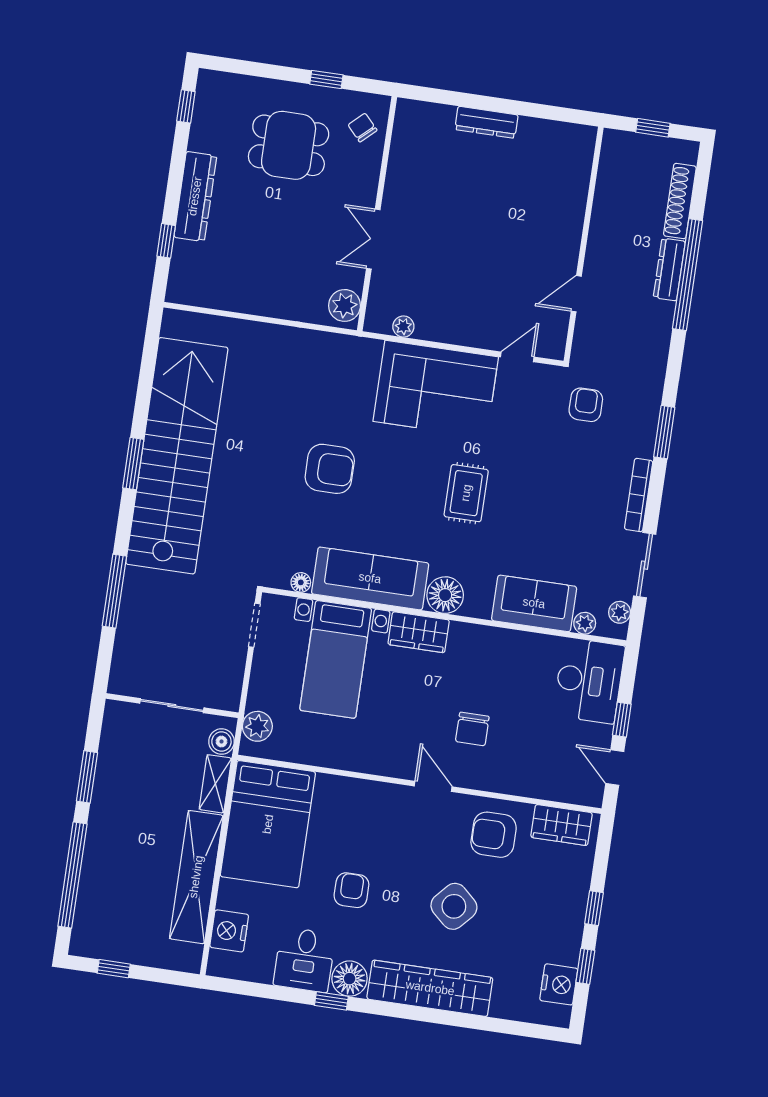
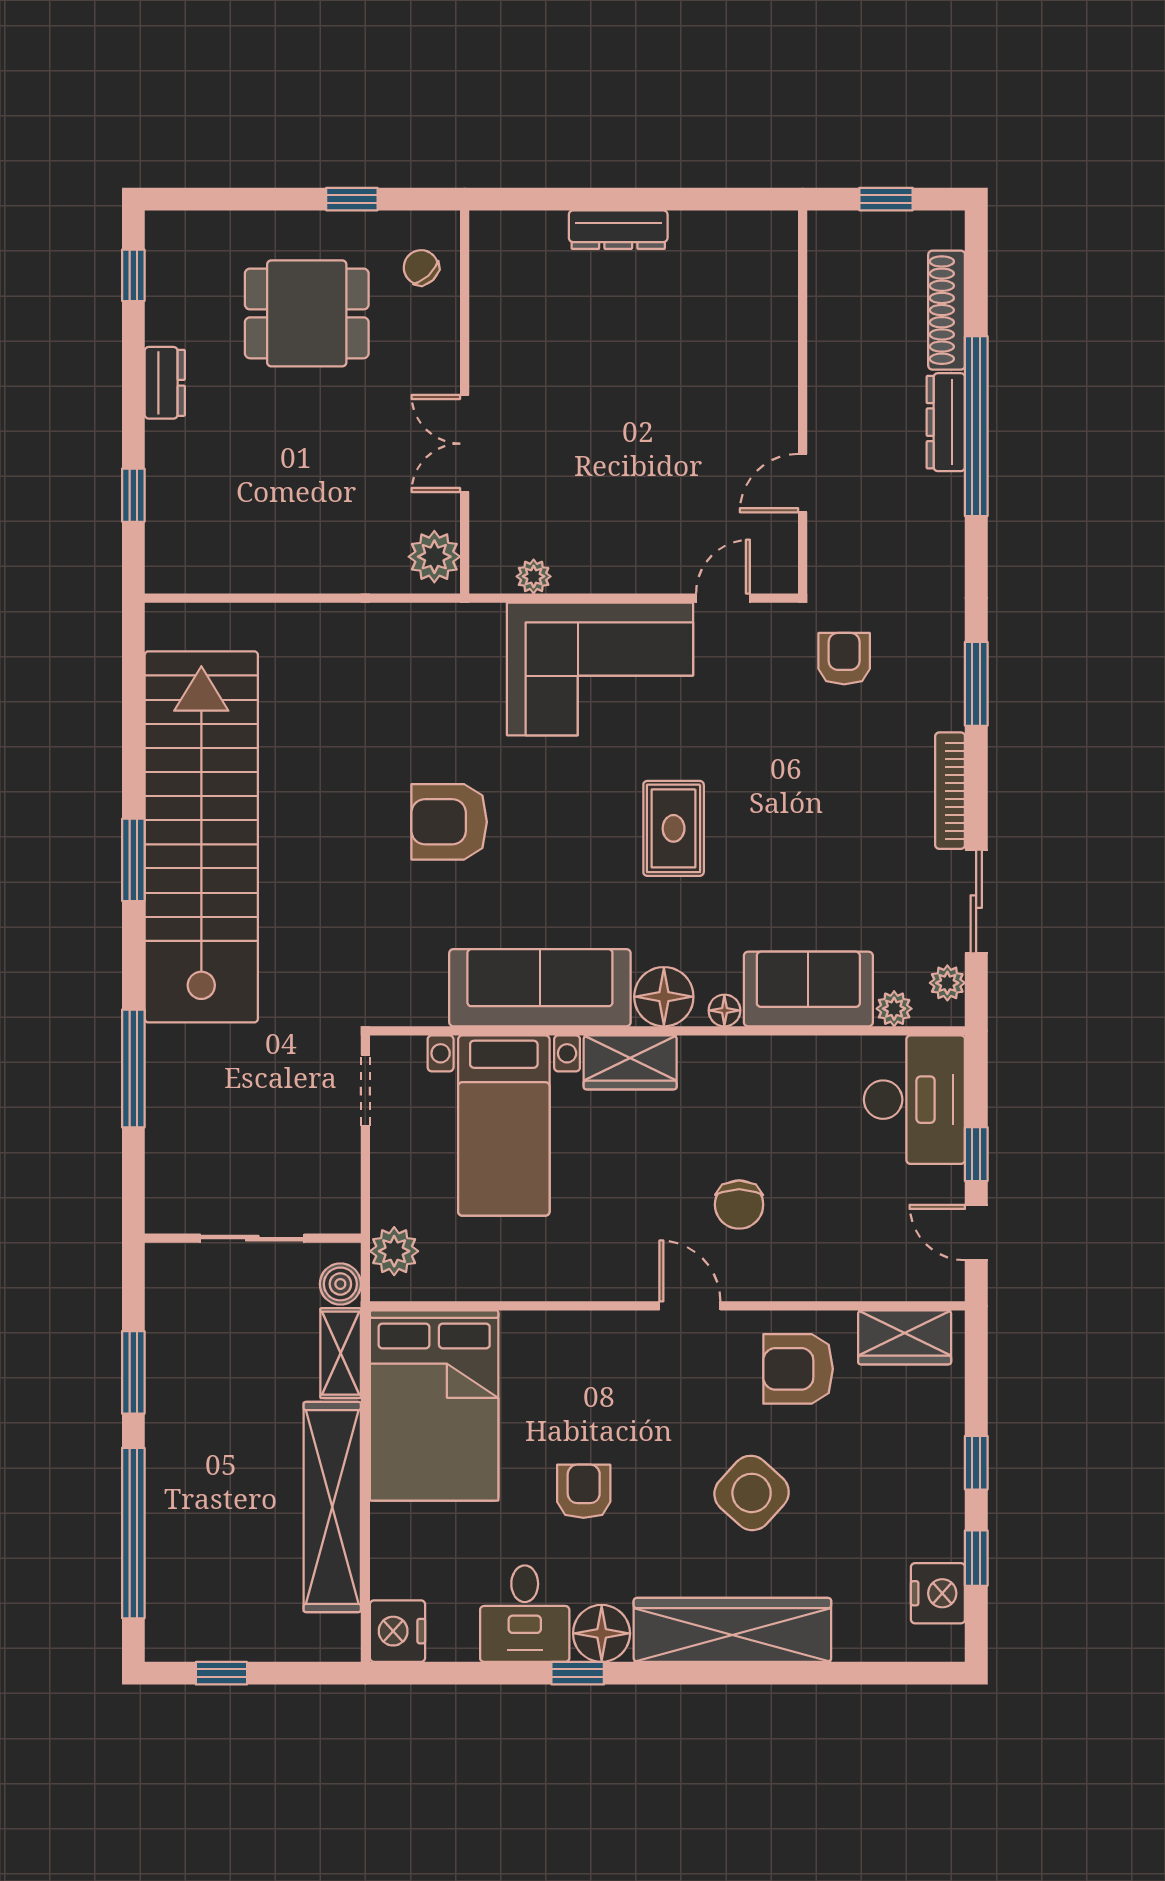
dresser: (195, 196) -> (165, 383), width x0.51, depth x0.80
armchair: (330, 469) -> (449, 822), turned 180
floor lamp: (301, 582) -> (724, 1010), moved
nightstand: (229, 931) -> (398, 1631), moved

